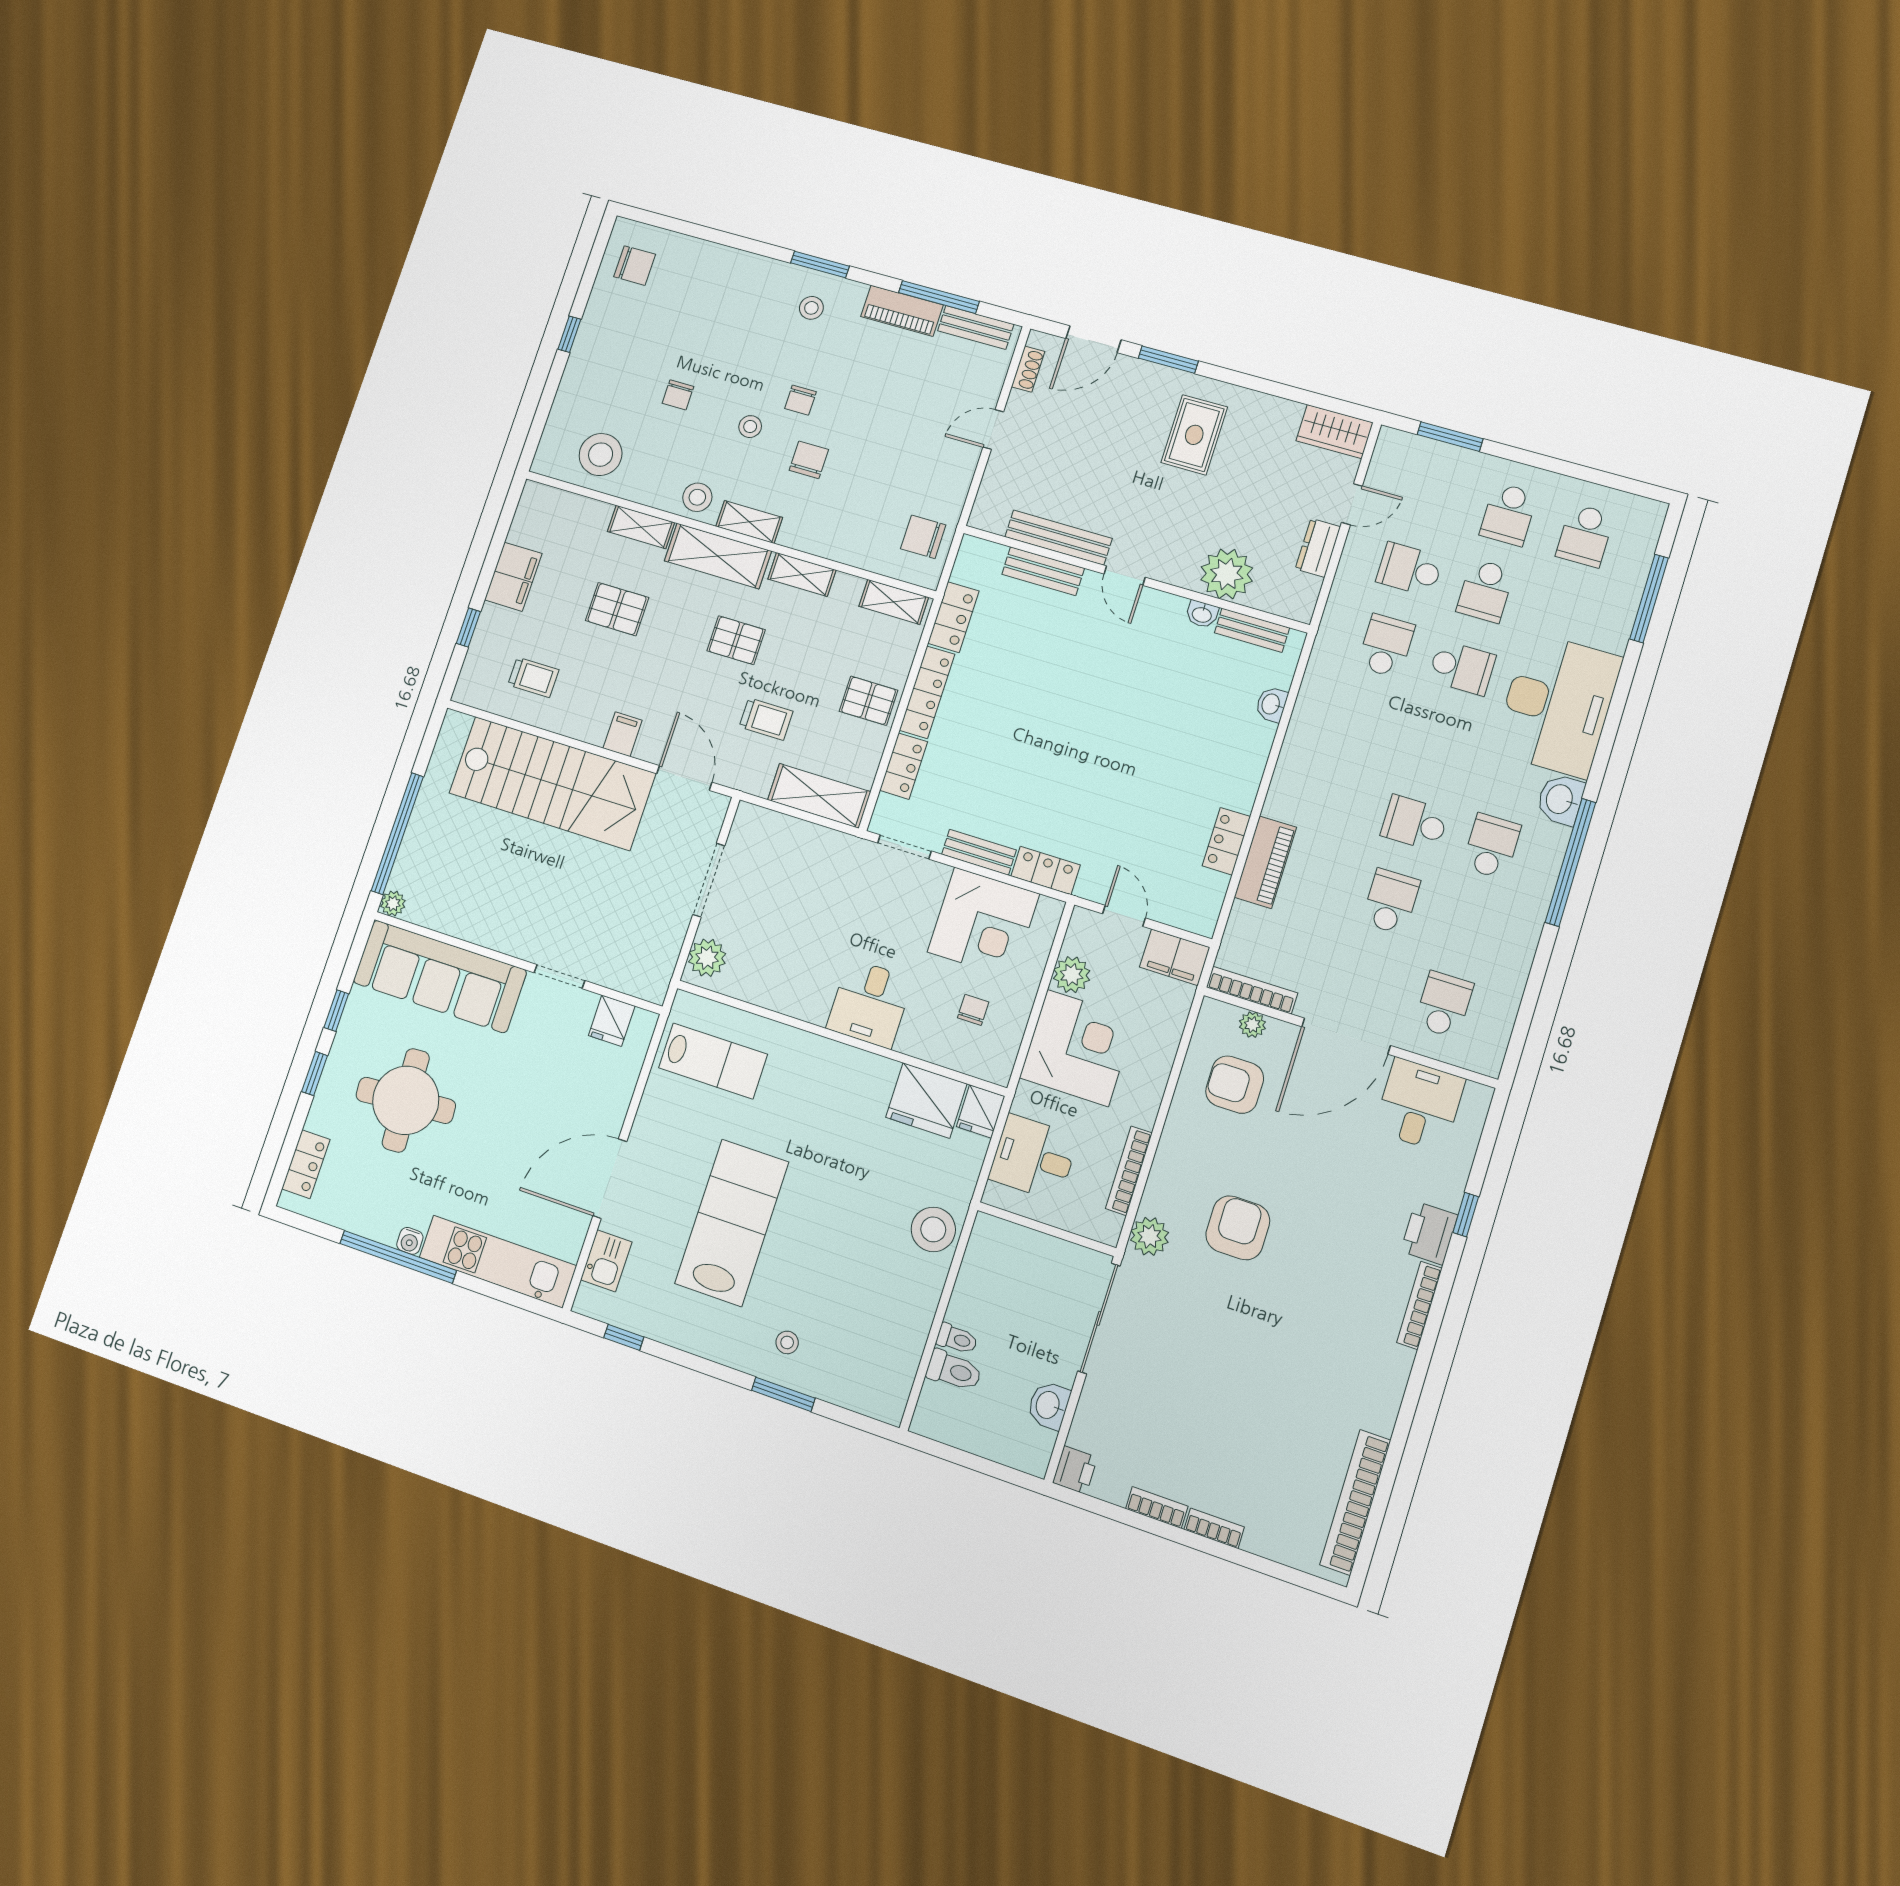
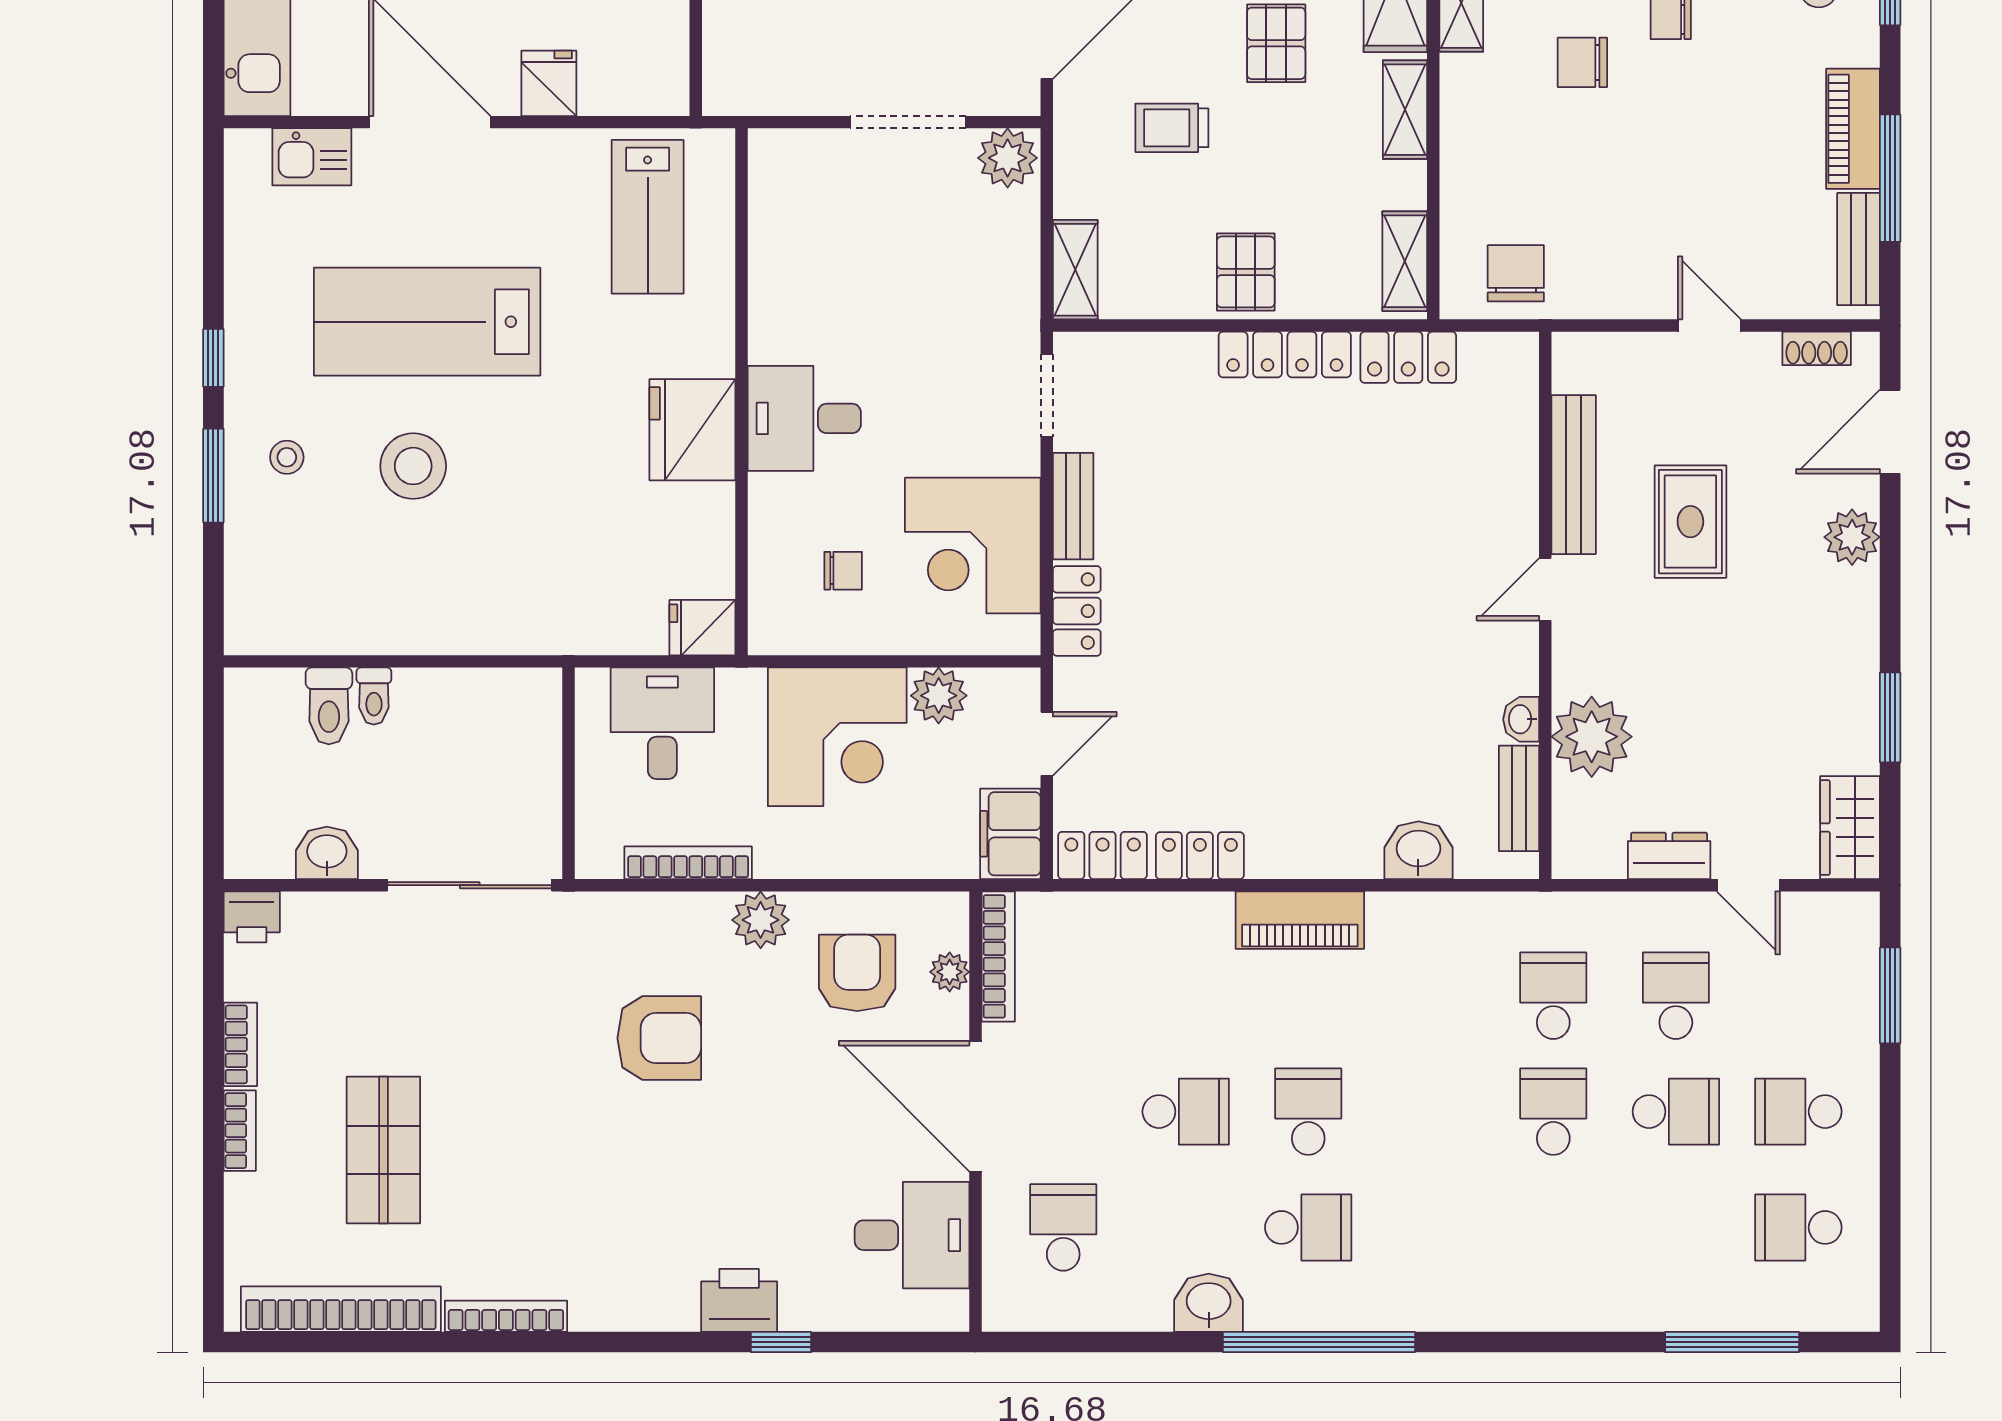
door: (1094, 339) -> (1890, 432), hinge flipped
window: (1168, 360) -> (1890, 717), moved
plant: (1152, 380) -> (1852, 537), added
rug: (1194, 435) -> (1690, 522), moved, turned 90
chair: (809, 460) -> (1582, 62), turned 180
bench: (1043, 571) -> (1516, 468), removed
school desk: (1485, 591) -> (1676, 1112), turned 180
school desk: (1386, 646) -> (1553, 996), turned -90
school desk: (1462, 668) -> (1553, 1112), turned 180
washbasin: (1271, 704) -> (1418, 850), width x1.38, depth x1.45
desk: (1557, 705) -> (1540, 1260), removed
trolley: (766, 719) -> (1172, 128), turned 90
locker: (904, 766) -> (1103, 855), moved, turned 180
shelving: (819, 796) -> (1075, 270), width x0.67, depth x0.75
washbasin: (1560, 799) -> (1209, 1303), moved
piano: (1265, 862) -> (1300, 920), moved
plant: (707, 958) -> (1008, 158), moved
school desk: (1444, 1004) -> (1063, 1227), turned -90
fridge: (612, 1021) -> (549, 83), moved, turned 90
fridge: (926, 1101) -> (692, 430), moved
lab bench: (732, 1223) -> (427, 322), turned 180
stool: (933, 1229) -> (413, 466), moved
plant: (1150, 1236) -> (761, 920), moved
bookcase: (1419, 1305) -> (506, 1316), moved
window: (624, 1337) -> (213, 358), moved
shop shelf: (1256, 1436) -> (383, 1150), added

